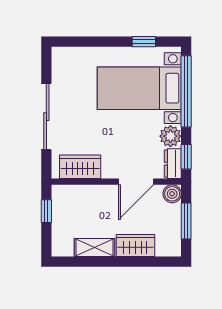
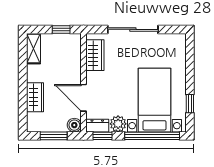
shelving: (95, 248) -> (33, 49), moved

